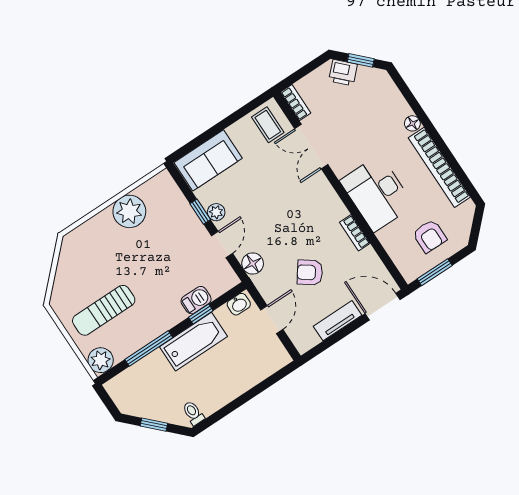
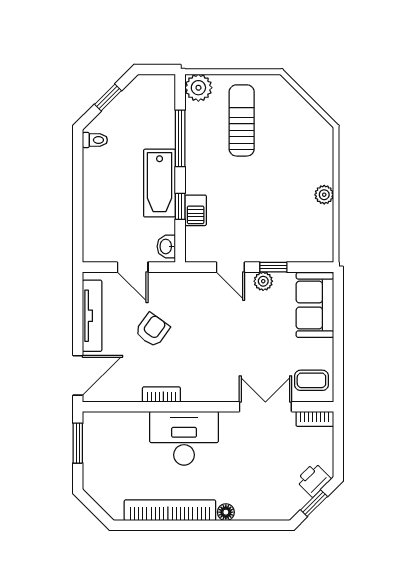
plant: (129, 211) -> (324, 195), width x0.53, depth x0.53
armchair: (430, 236) -> (114, 460), removed
floor lamp: (253, 263) -> (195, 283), removed
tv unit: (338, 321) -> (92, 316), width x1.41

